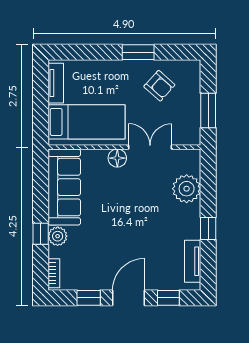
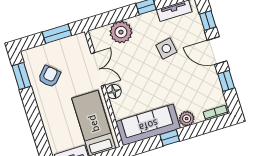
window: (138, 52) -> (22, 76), moved
double door: (150, 147) -> (98, 69), swing flipped
window: (41, 234) -> (170, 138), moved
side table: (150, 238) -> (166, 49), added

